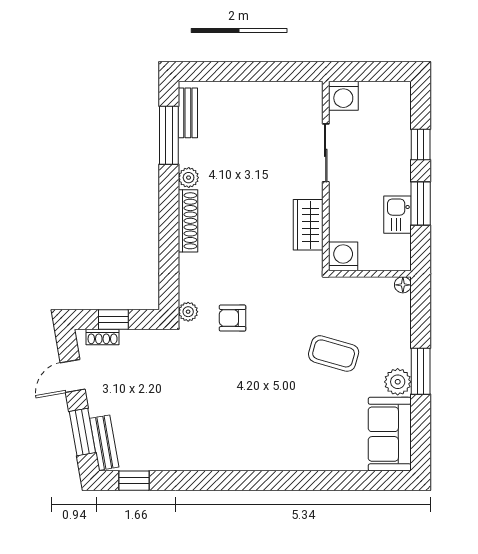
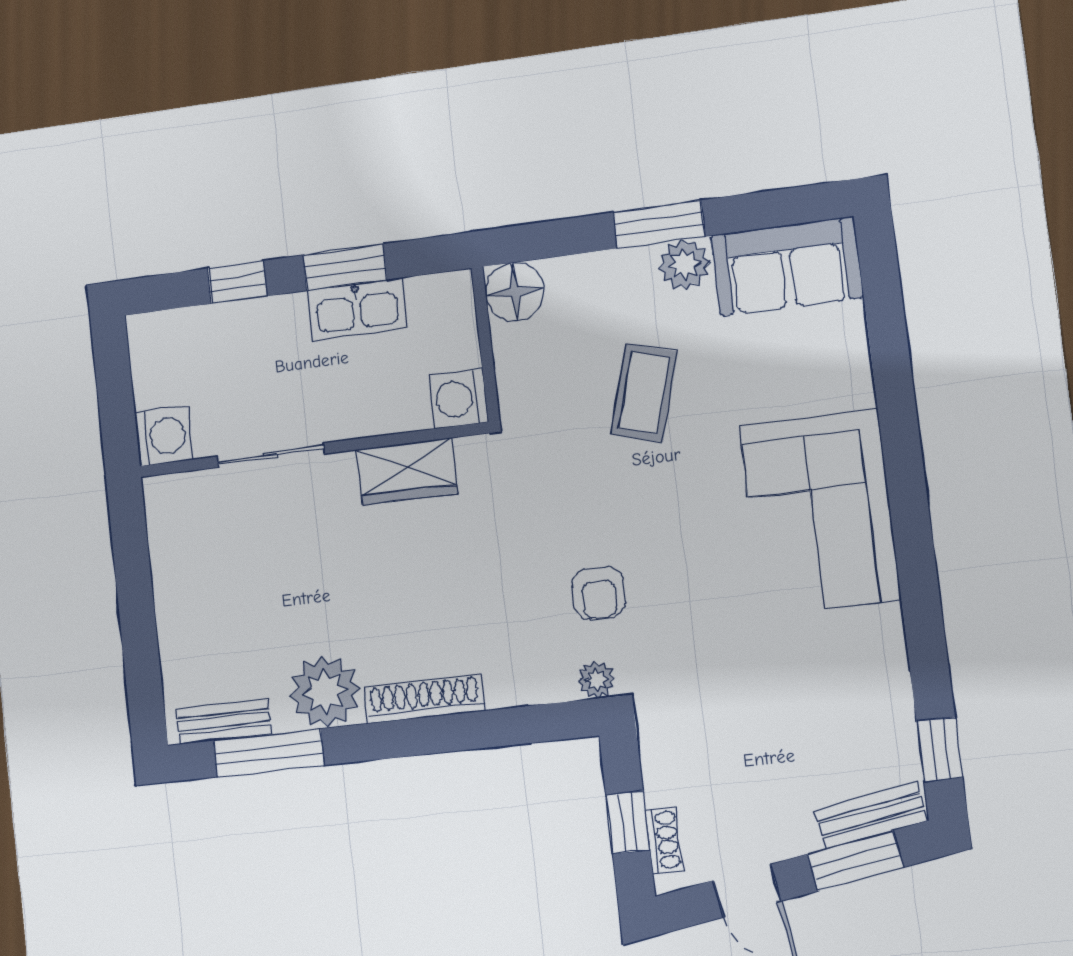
plant: (189, 178) -> (325, 692), width x1.88, depth x1.88
kitchen sink: (397, 215) -> (357, 309), width x1.38
floor lamp: (403, 285) -> (515, 292), width x1.89, depth x1.89
corner sofa: (261, 436) -> (820, 512), added

